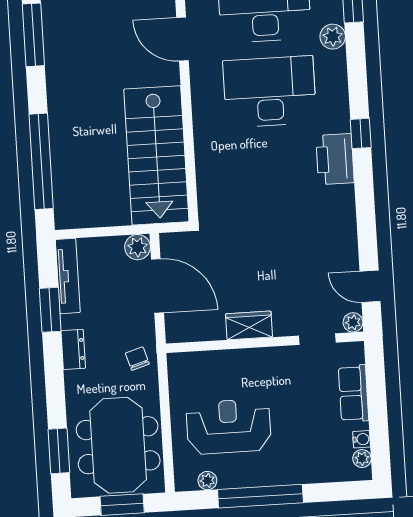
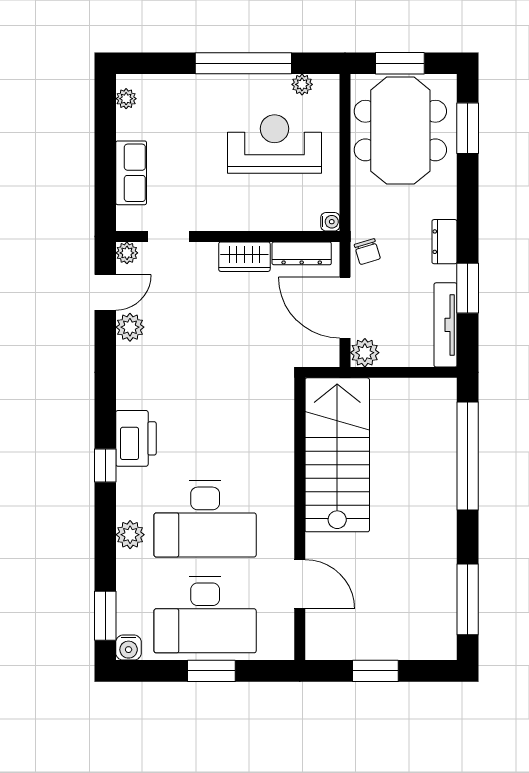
plant: (333, 37) -> (130, 535), moved
plant: (346, 257) -> (130, 327), added
door: (370, 286) -> (105, 292), hinge flipped
dresser: (199, 331) -> (302, 253), added
chair: (137, 359) -> (367, 252), moved
reception desk: (229, 427) -> (274, 144), turned 180
water cooler: (362, 439) -> (330, 222), moved, turned 180

